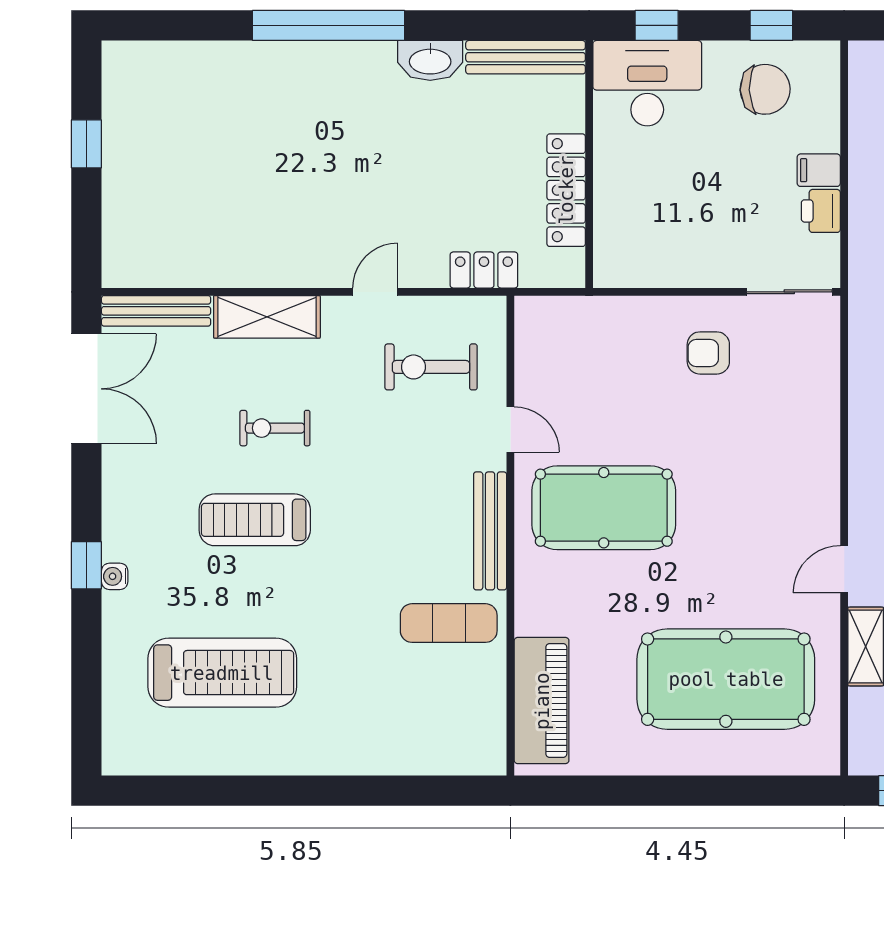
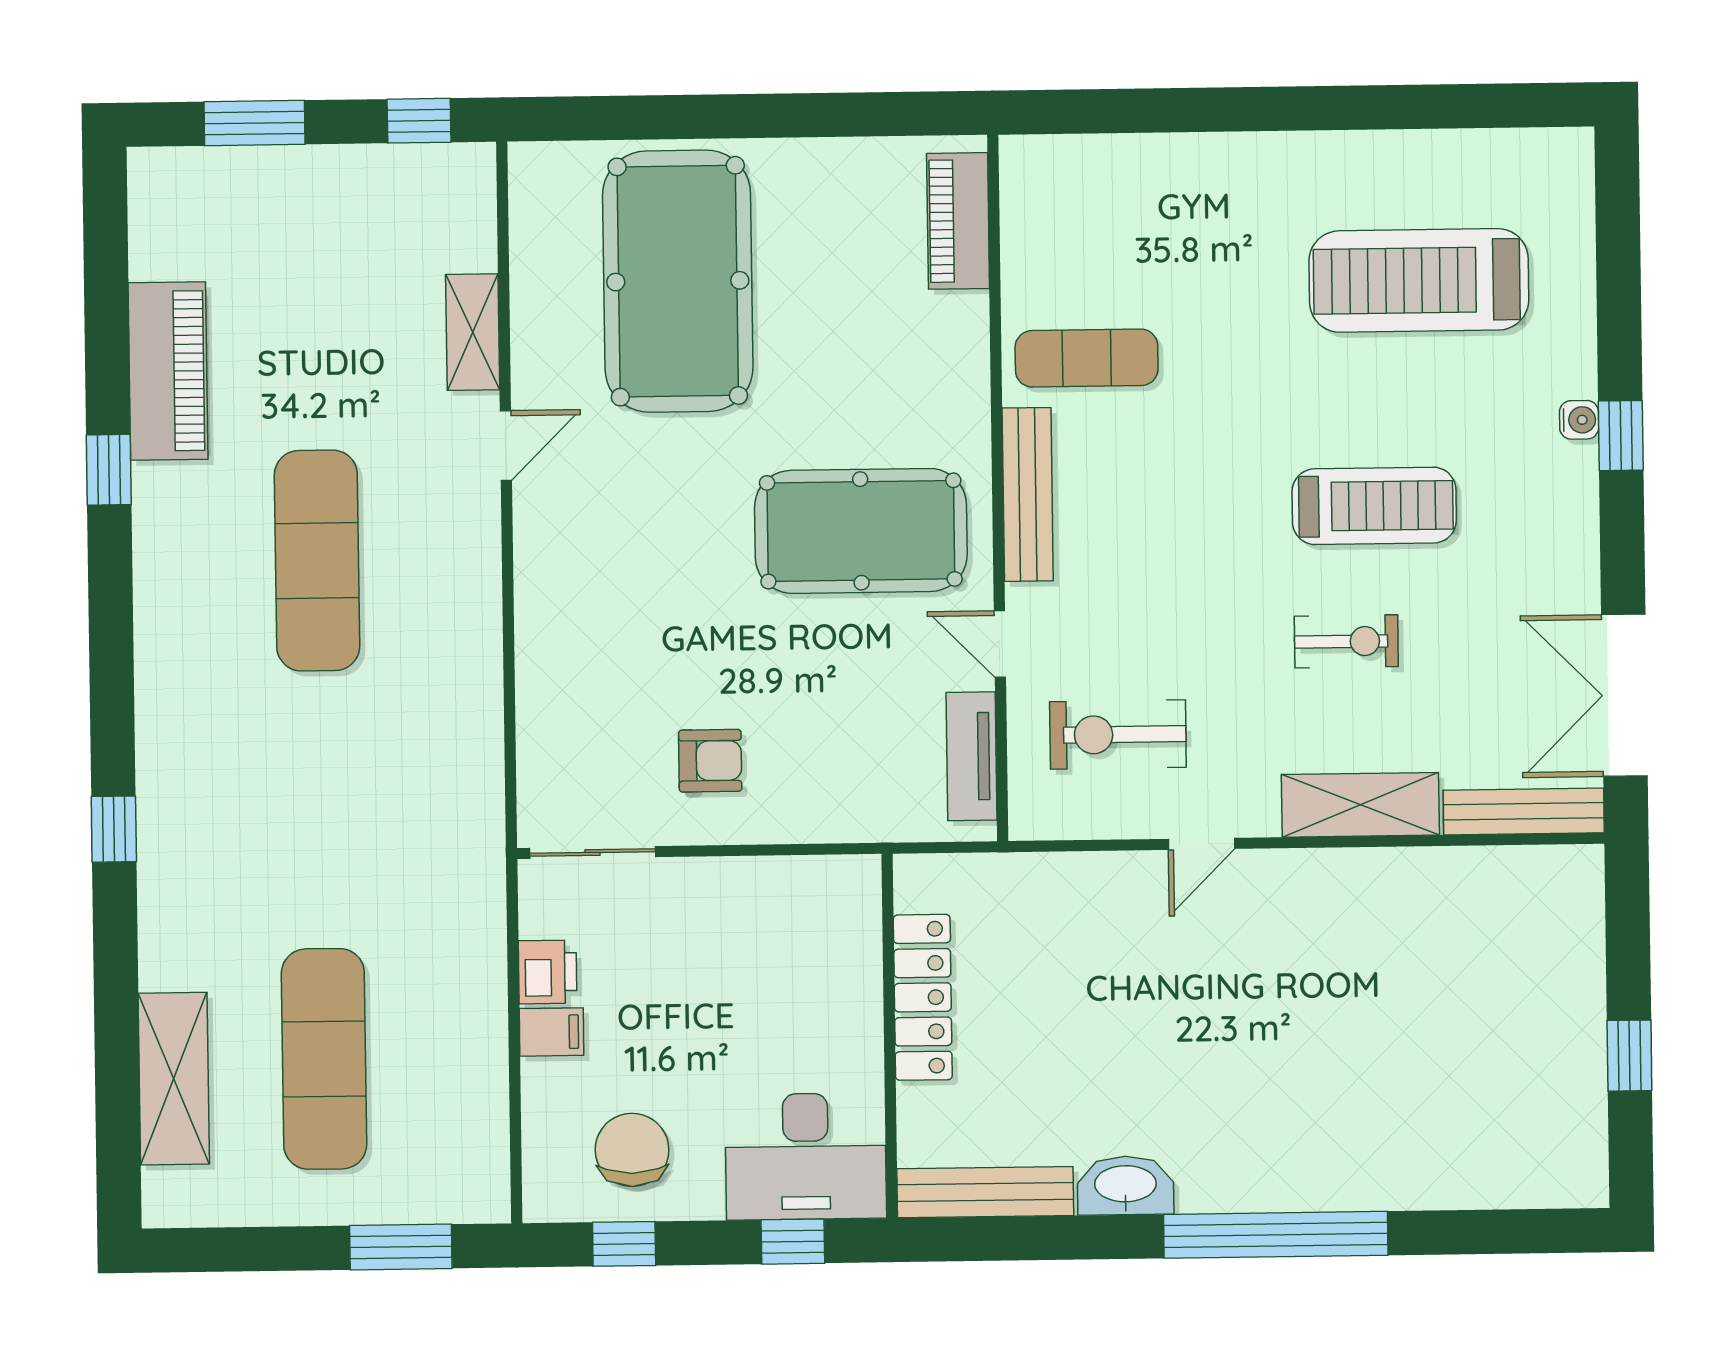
chair: (765, 89) -> (632, 1150), turned 92
locker: (484, 270) -> (1042, 878), removed
tv unit: (531, 354) -> (971, 756), added
exercise bike: (431, 367) -> (1118, 734), turned 180
pool table: (726, 679) -> (678, 281), turned 90
piano: (542, 701) -> (958, 221), width x0.73, depth x0.75

